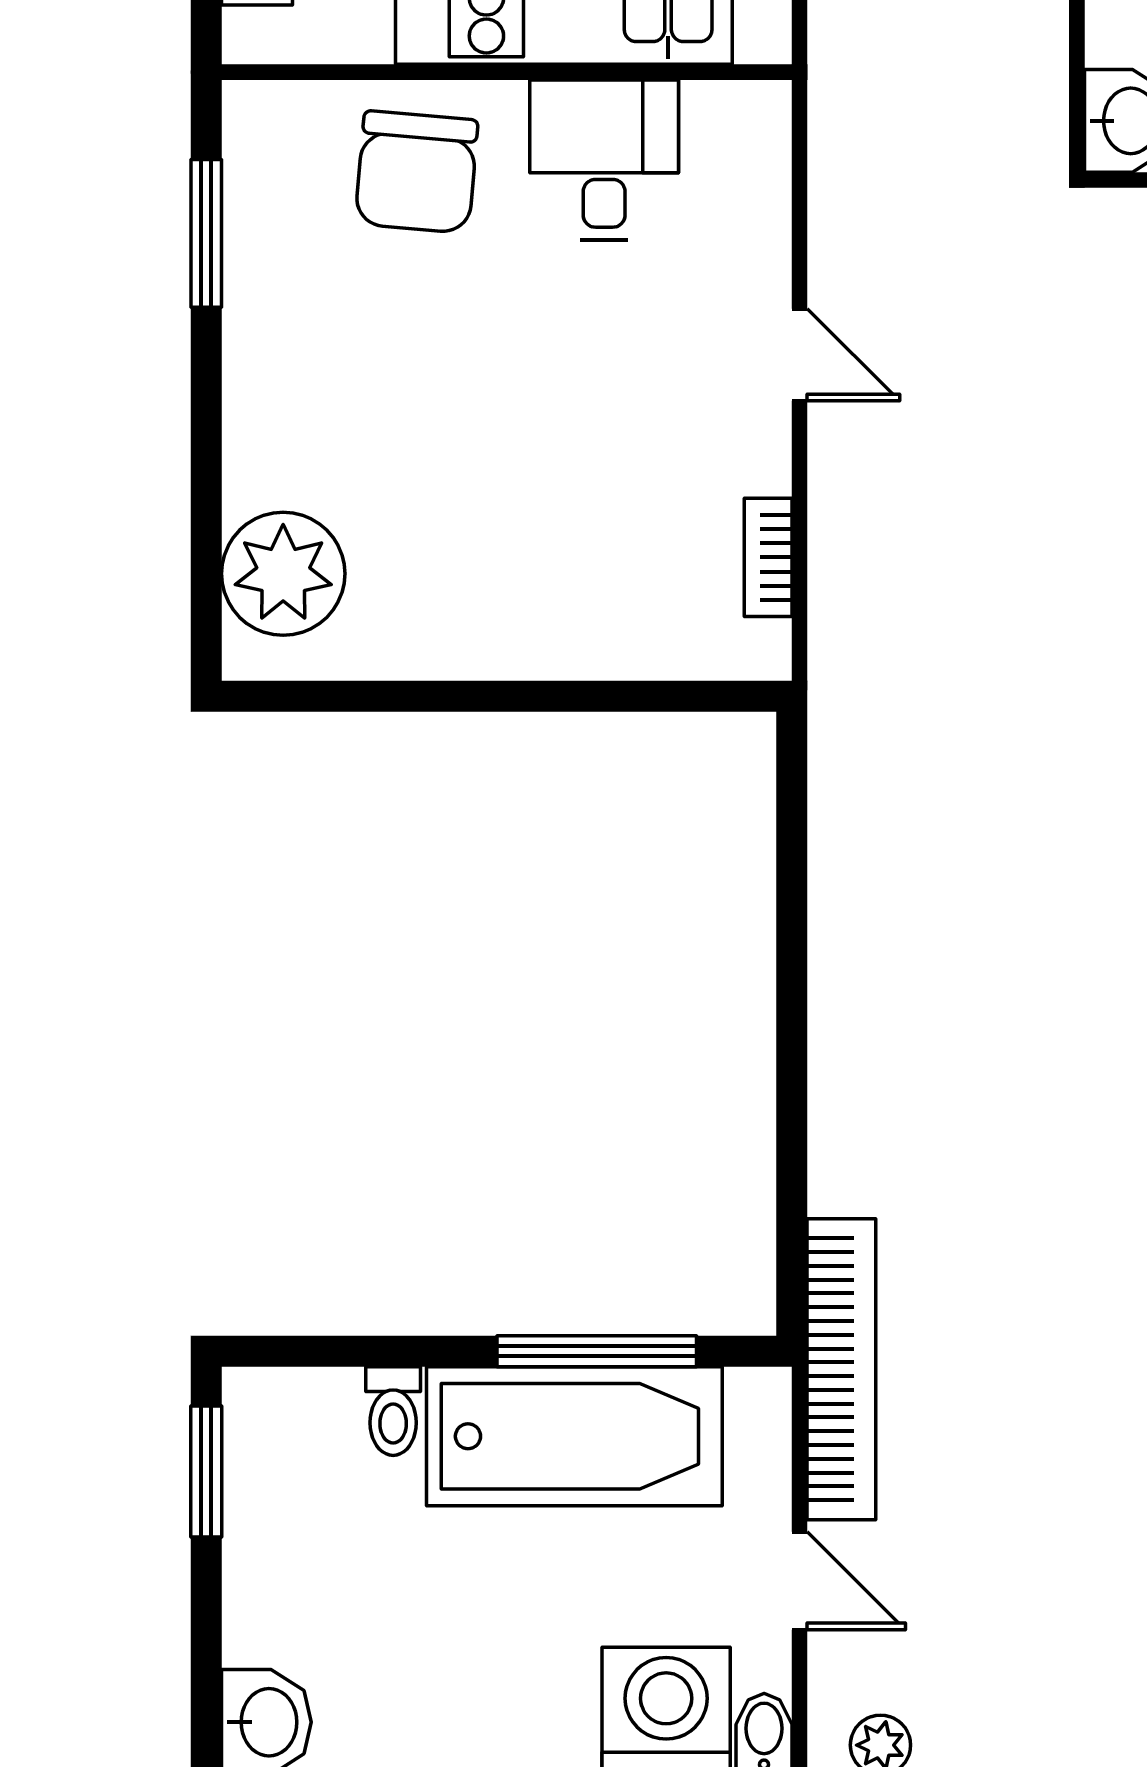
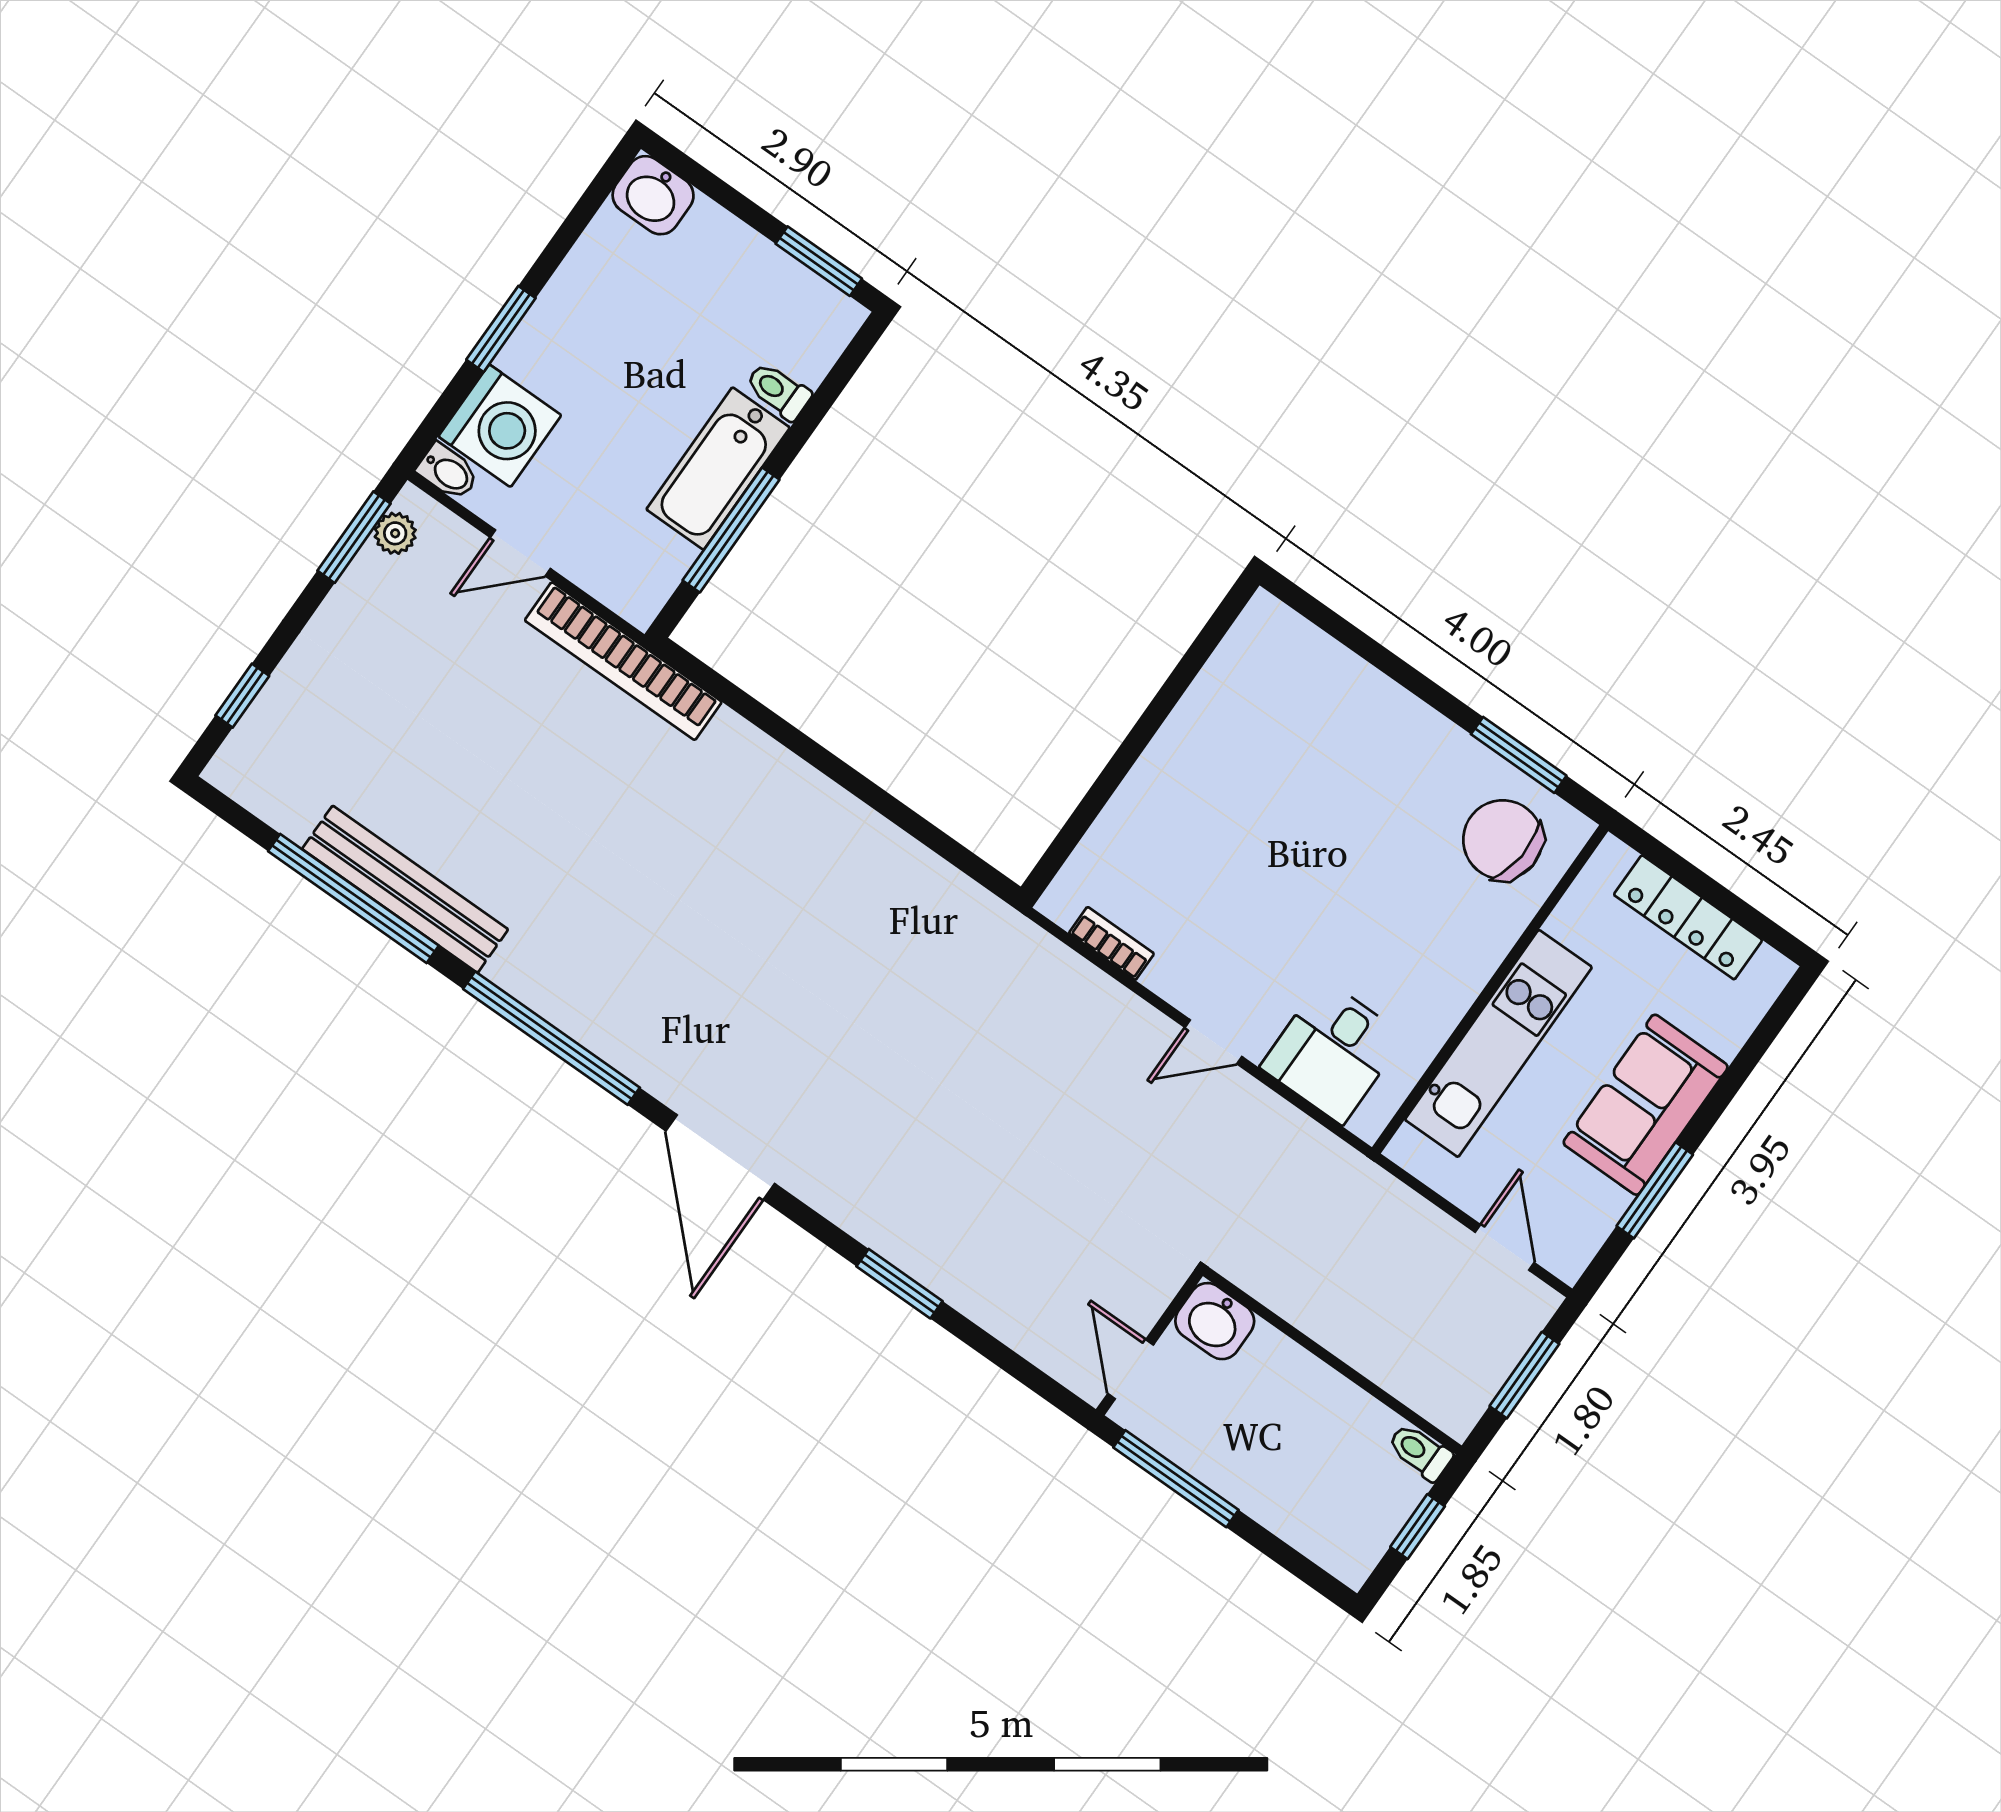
desk: (604, 160) -> (1333, 1052), moved, turned 90
chair: (416, 172) -> (1503, 840), moved
plant: (283, 574) -> (1296, 663), removed
bathtub: (574, 1436) -> (718, 468), width x0.73, depth x0.73

